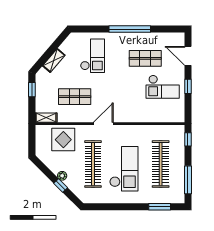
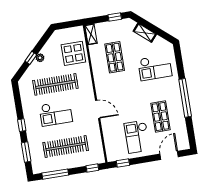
window: (188, 86) -> (123, 163), moved
door: (103, 124) -> (98, 109), moved
checkout: (124, 169) -> (56, 113), width x0.73, depth x0.83
window: (130, 207) -> (22, 125), added

